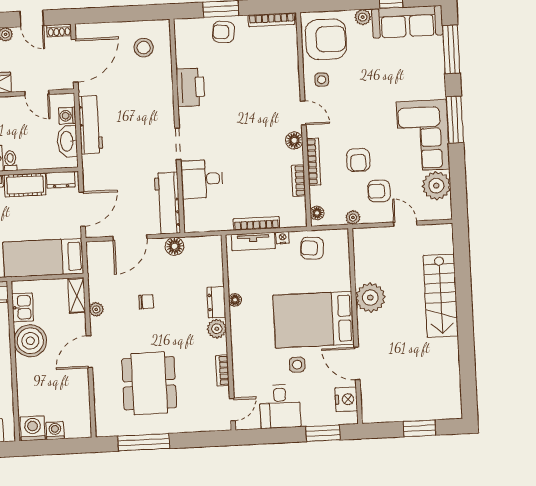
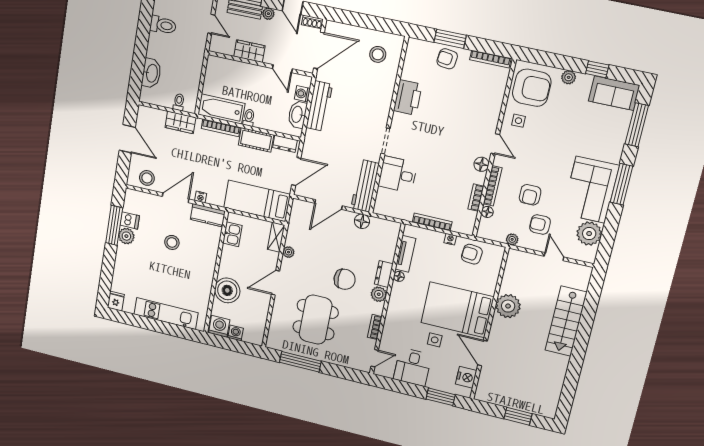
sofa: (407, 22) -> (614, 93), width x0.73
floor lamp: (317, 213) -> (487, 212), moved
tv unit: (253, 241) -> (405, 254), moved, turned -90
chair: (146, 302) -> (345, 279), moved, width x1.87, depth x1.87
boiler: (30, 341) -> (227, 290), moved

